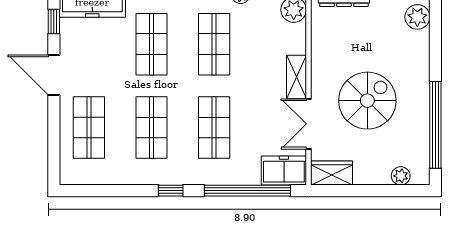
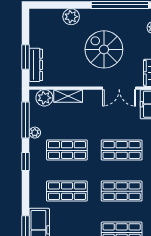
plant: (417, 17) -> (71, 17), moved
shelving: (296, 77) -> (68, 96), moved

